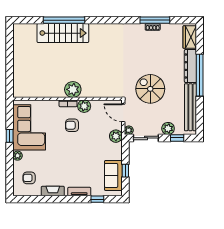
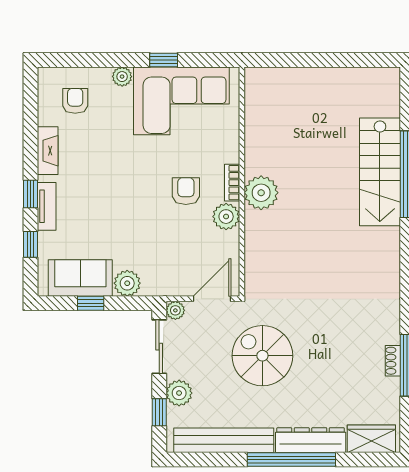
spiral stairs: (150, 89) -> (262, 356), turned -90
plant: (116, 136) -> (127, 283), moved
window: (73, 199) -> (31, 194), added

